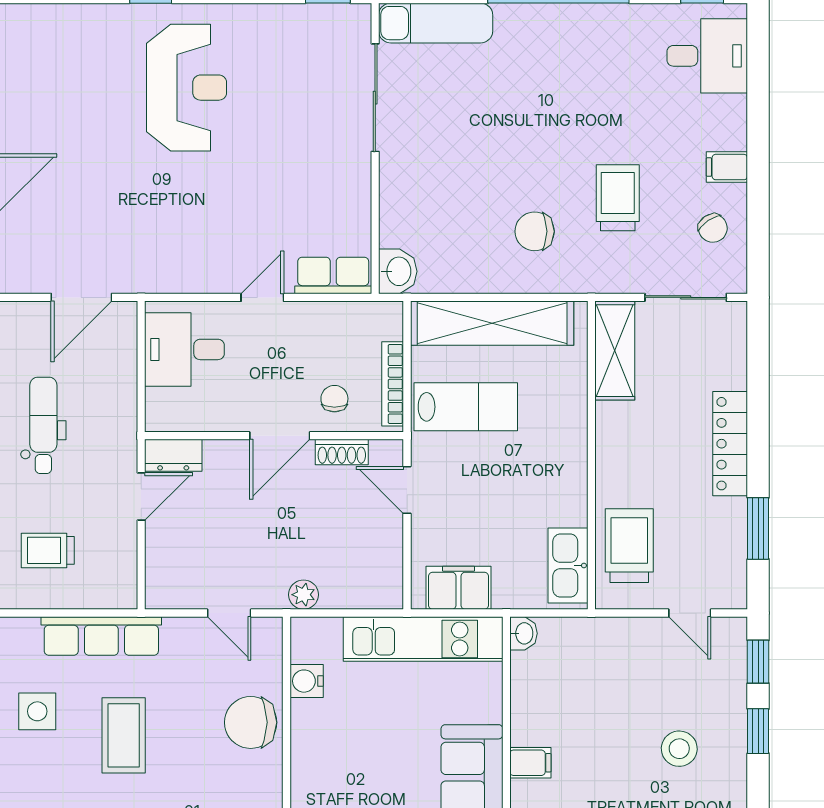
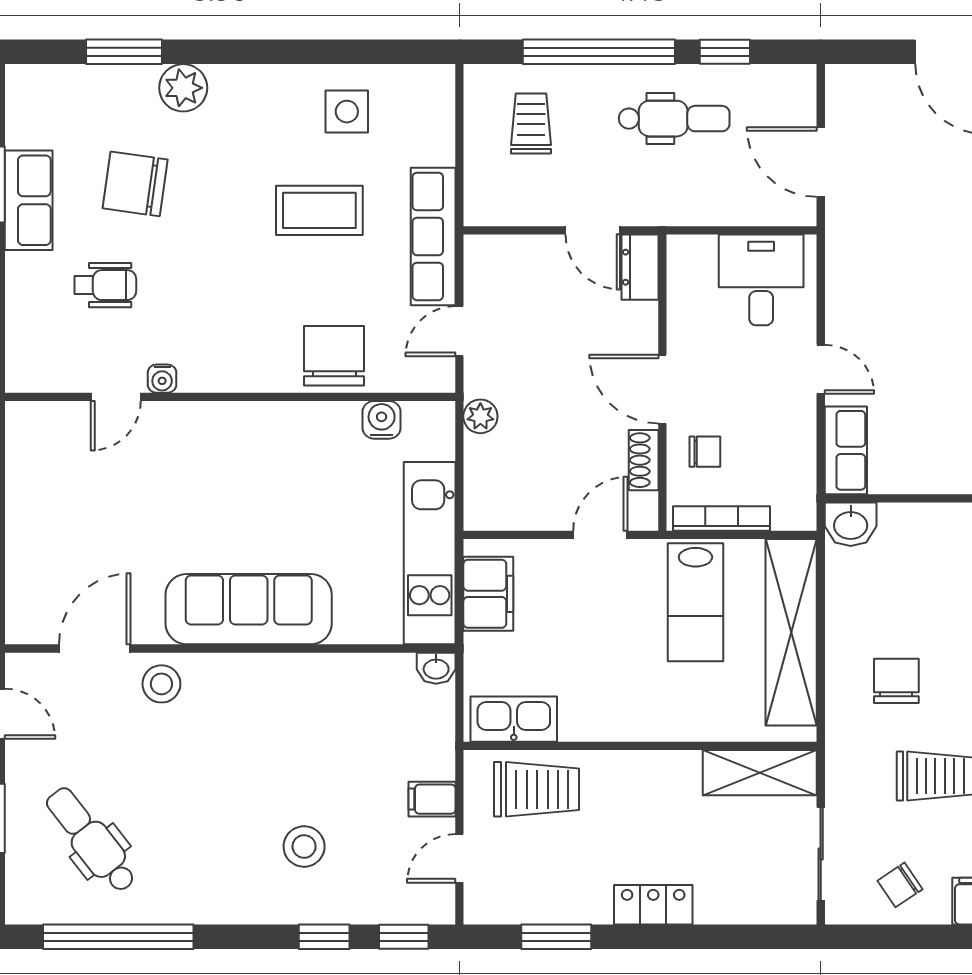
locker: (730, 444) -> (653, 905), width x0.66
row of seats: (101, 636) -> (433, 236), moved
filing cabinet: (530, 763) -> (432, 799), moved, turned 90

